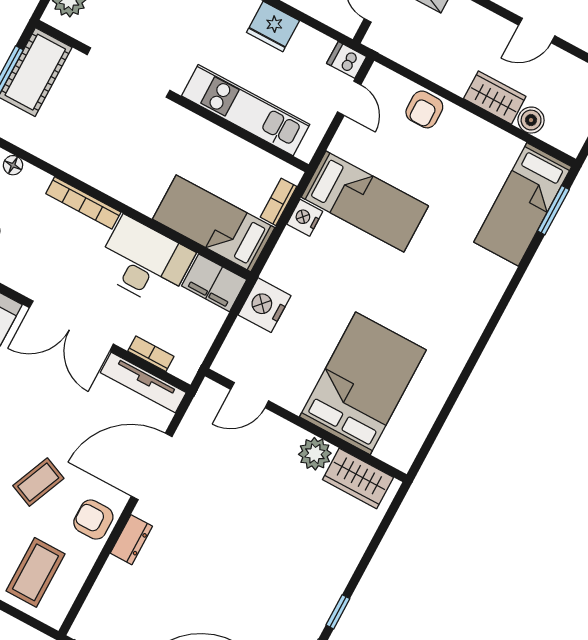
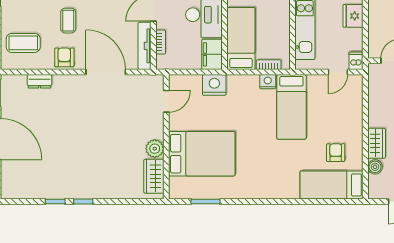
armchair: (424, 109) -> (336, 153), moved, turned 90
window: (553, 210) -> (205, 201), moved
door: (250, 395) -> (166, 101), swing flipped
coffee table: (38, 482) -> (68, 21), turned 67
dresser: (131, 540) -> (40, 81), moved

